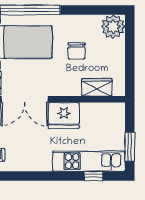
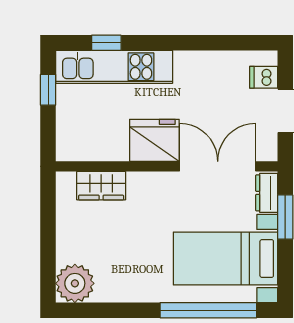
chair: (77, 51) -> (134, 244), removed
window: (130, 147) -> (48, 90), width x0.67

